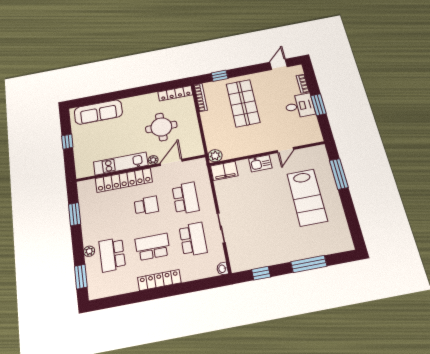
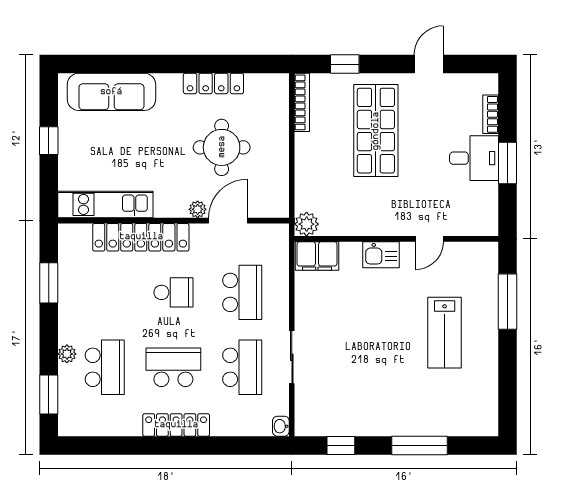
door: (279, 64) -> (429, 64), moved
locker: (175, 93) -> (213, 83), moved
kitchen unit: (121, 164) -> (105, 204), moved
lab bench: (307, 197) -> (445, 333), width x0.73, depth x0.72
school desk: (112, 255) -> (105, 367), turned 180

